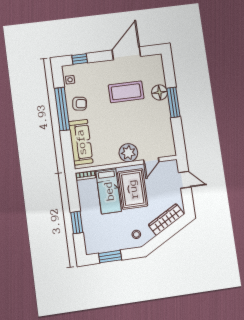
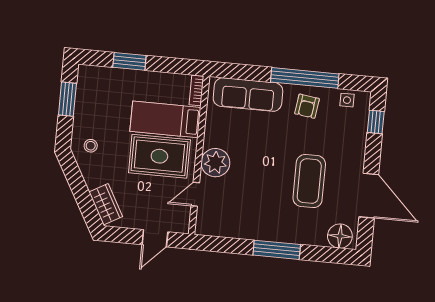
floor lamp: (159, 92) -> (340, 236), moved
door: (151, 161) -> (195, 194), hinge flipped
wardrobe: (166, 219) -> (106, 204), width x0.67

